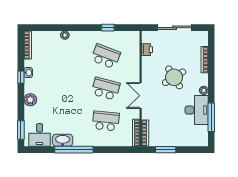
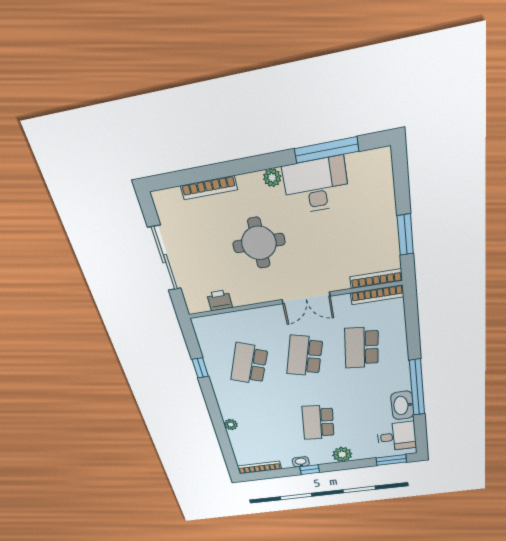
round table: (174, 77) -> (259, 243), turned 32
school desk: (58, 89) -> (318, 422), added

